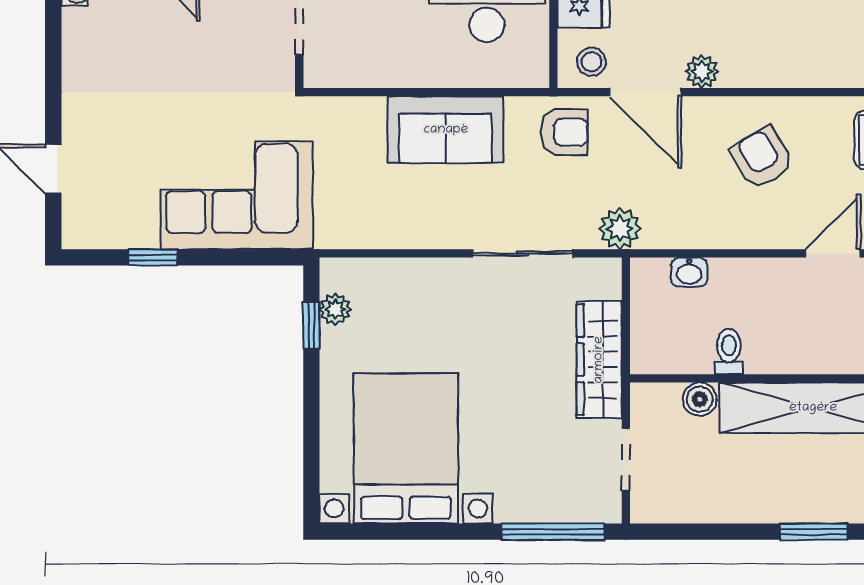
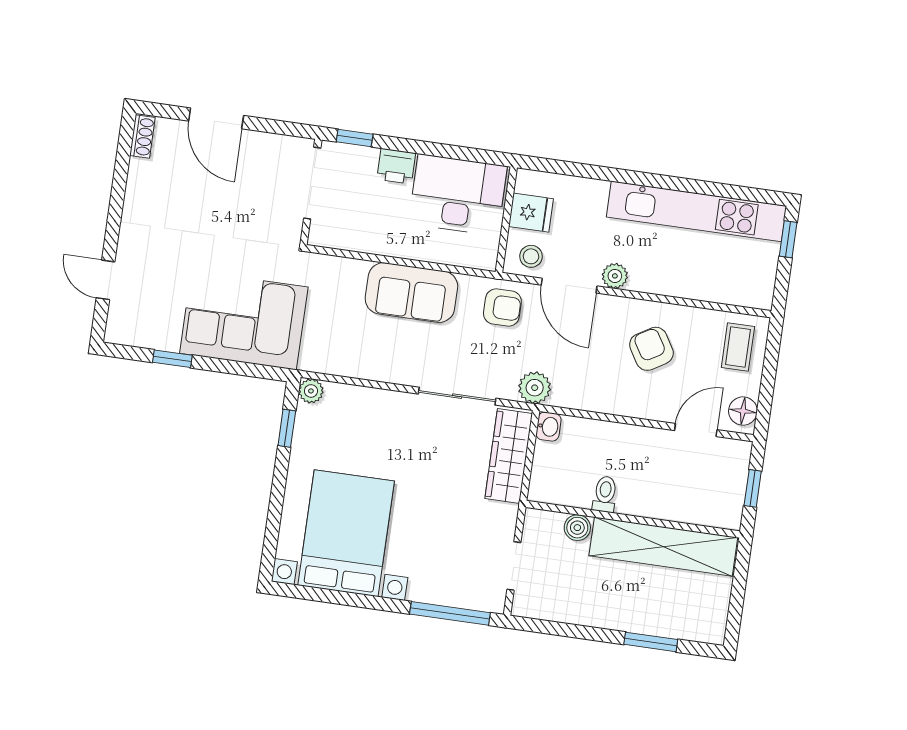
washbasin: (689, 272) -> (548, 427), moved, turned -90
plant: (335, 309) -> (311, 391), moved
wardrobe: (599, 360) -> (509, 456), moved

